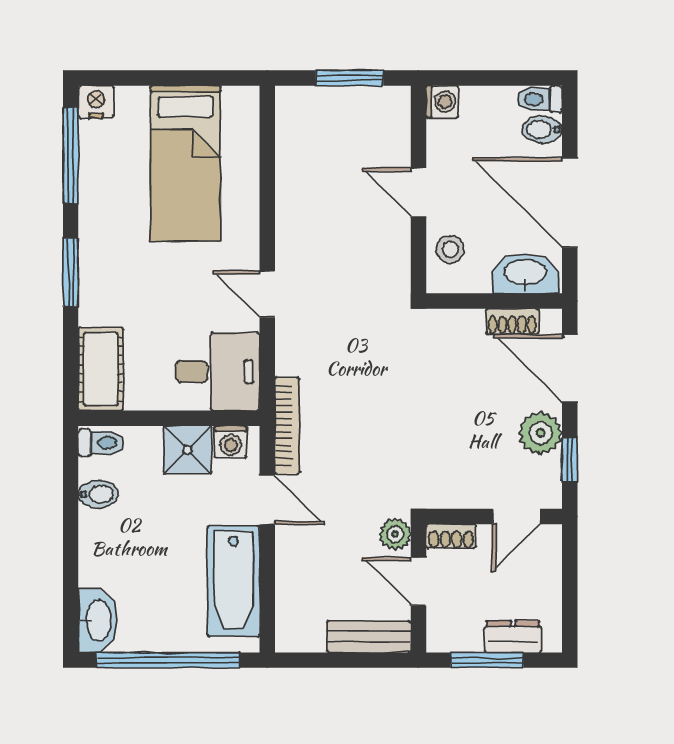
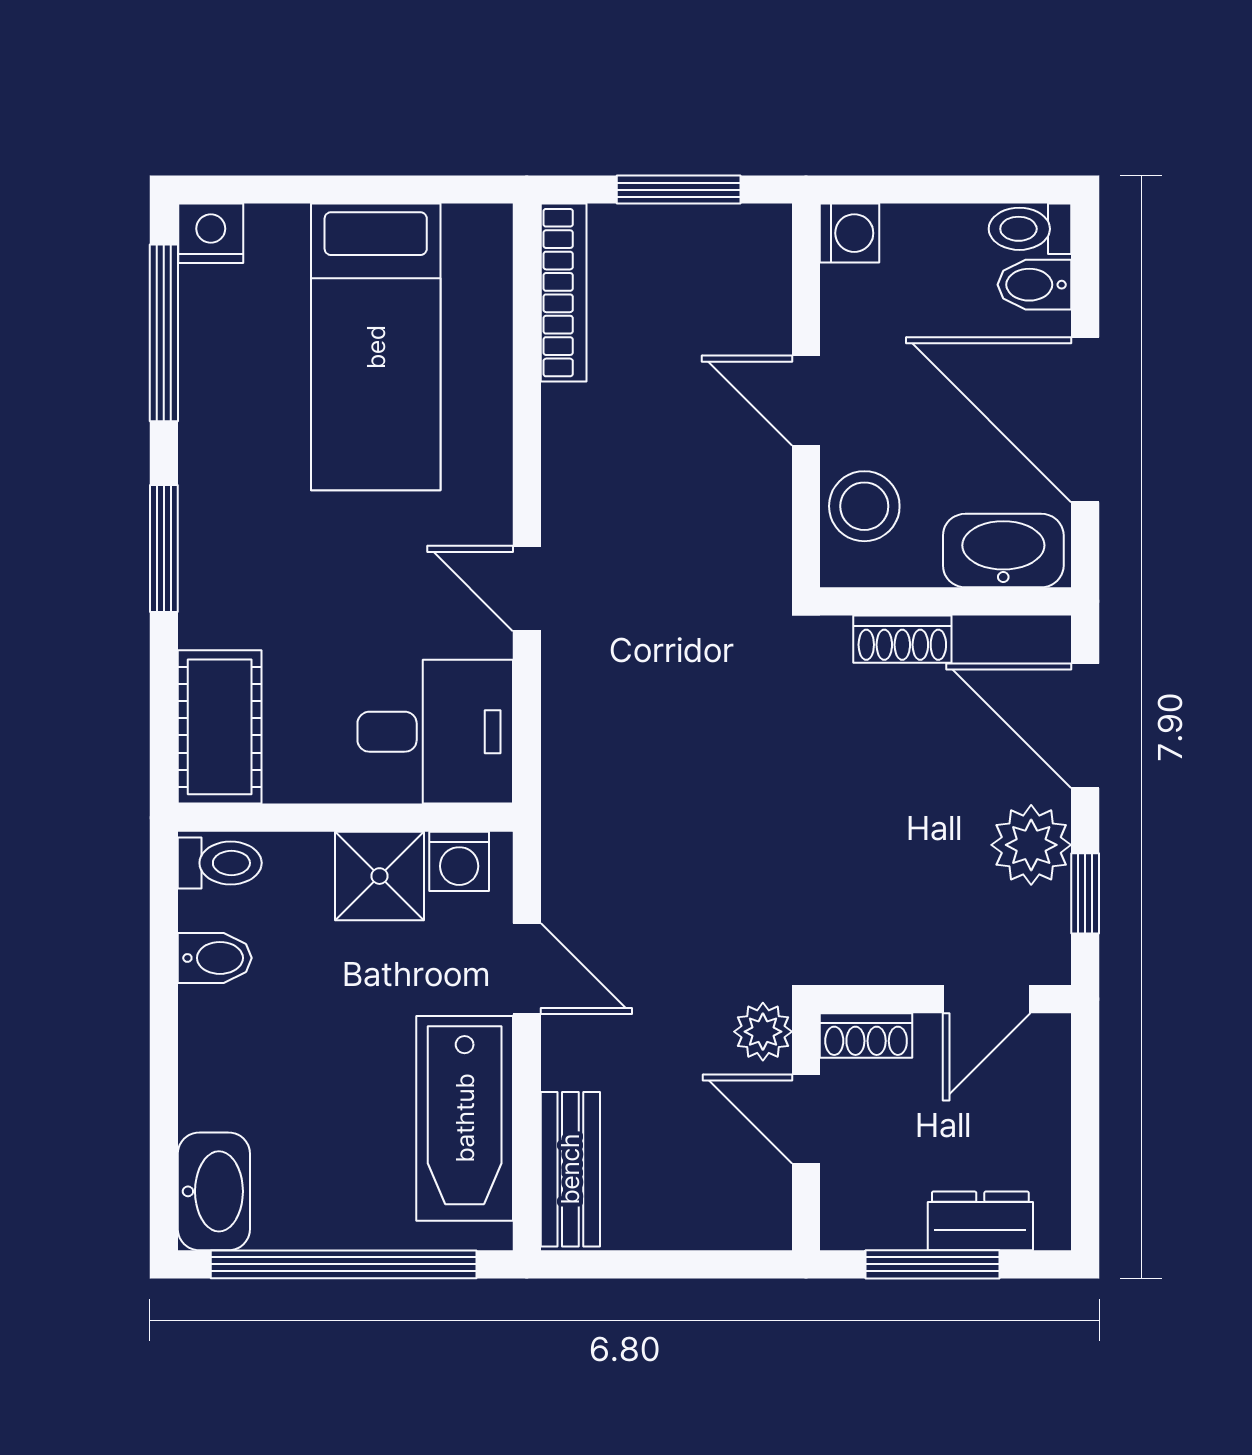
stool: (450, 250) -> (864, 506), width x1.37, depth x1.37
shoe rack: (512, 321) -> (902, 639), moved
bookcase: (287, 425) -> (564, 293), moved
bench: (369, 637) -> (570, 1169), moved, turned 90

